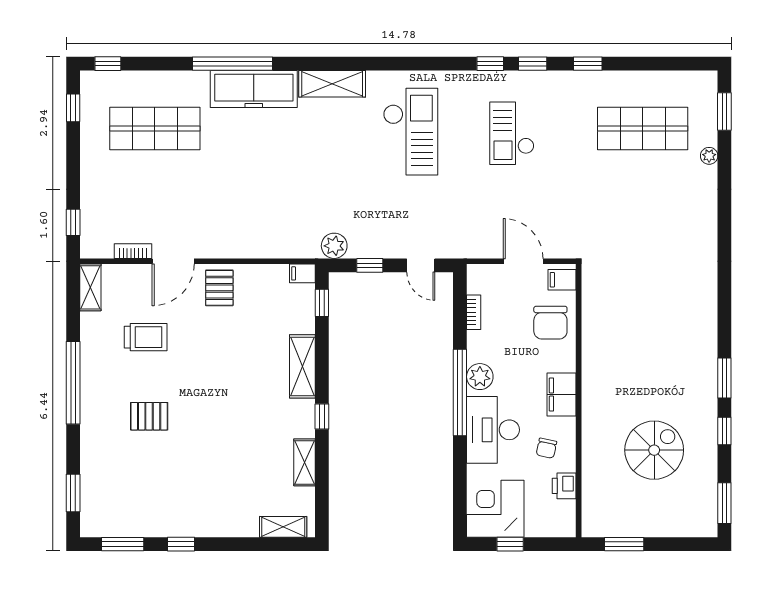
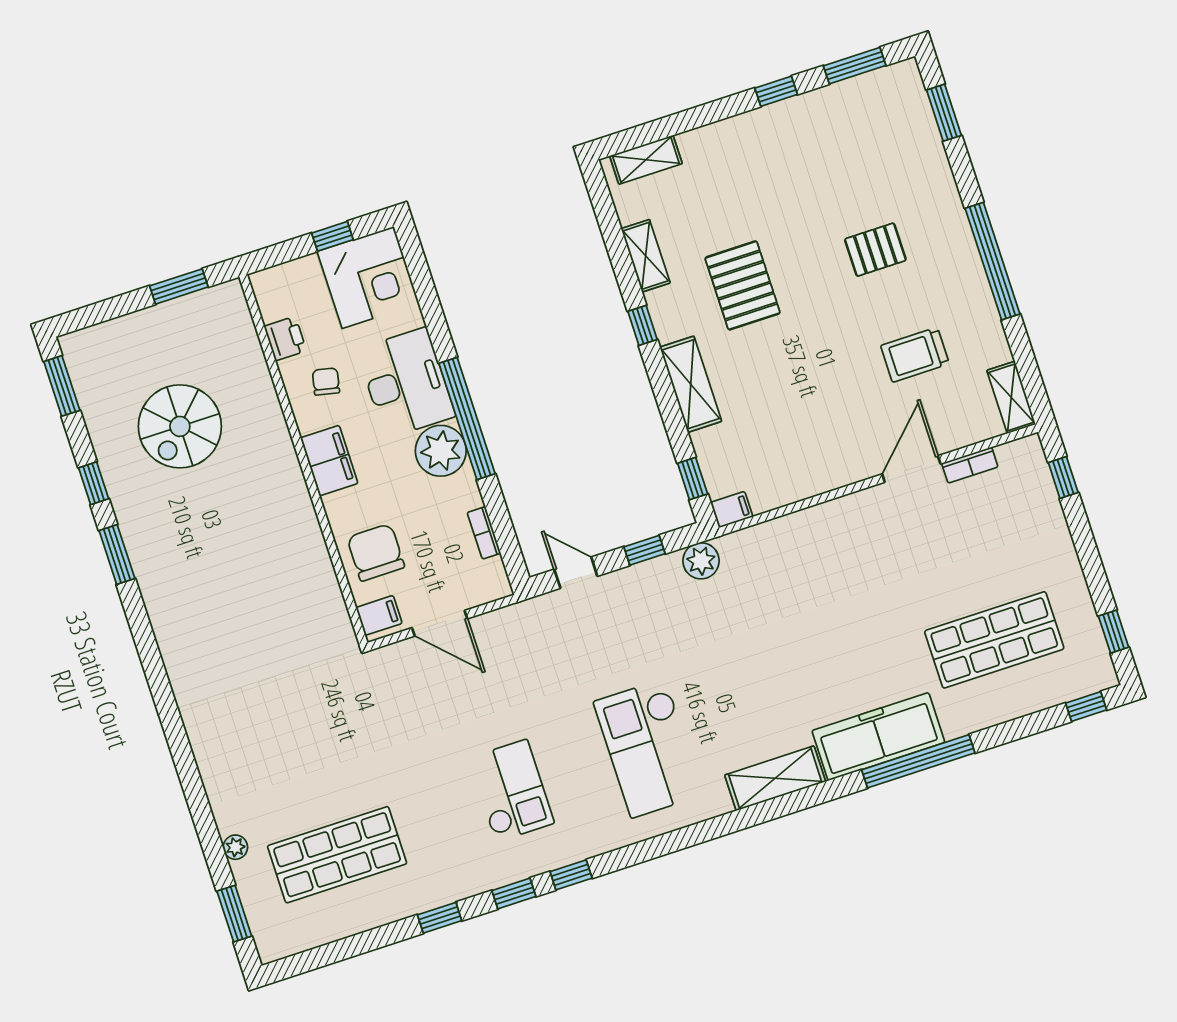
pallet: (219, 288) -> (743, 285), moved, width x1.50, depth x1.42
plant: (480, 377) -> (441, 451), width x1.36, depth x1.36

